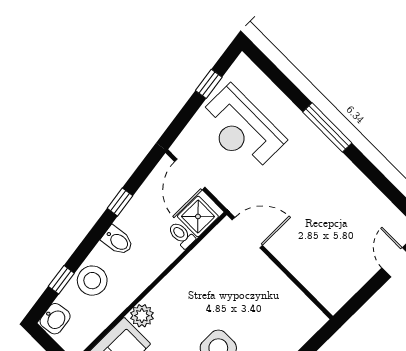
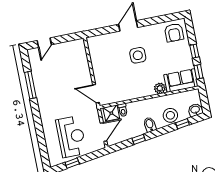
window: (327, 127) -> (30, 85), moved

